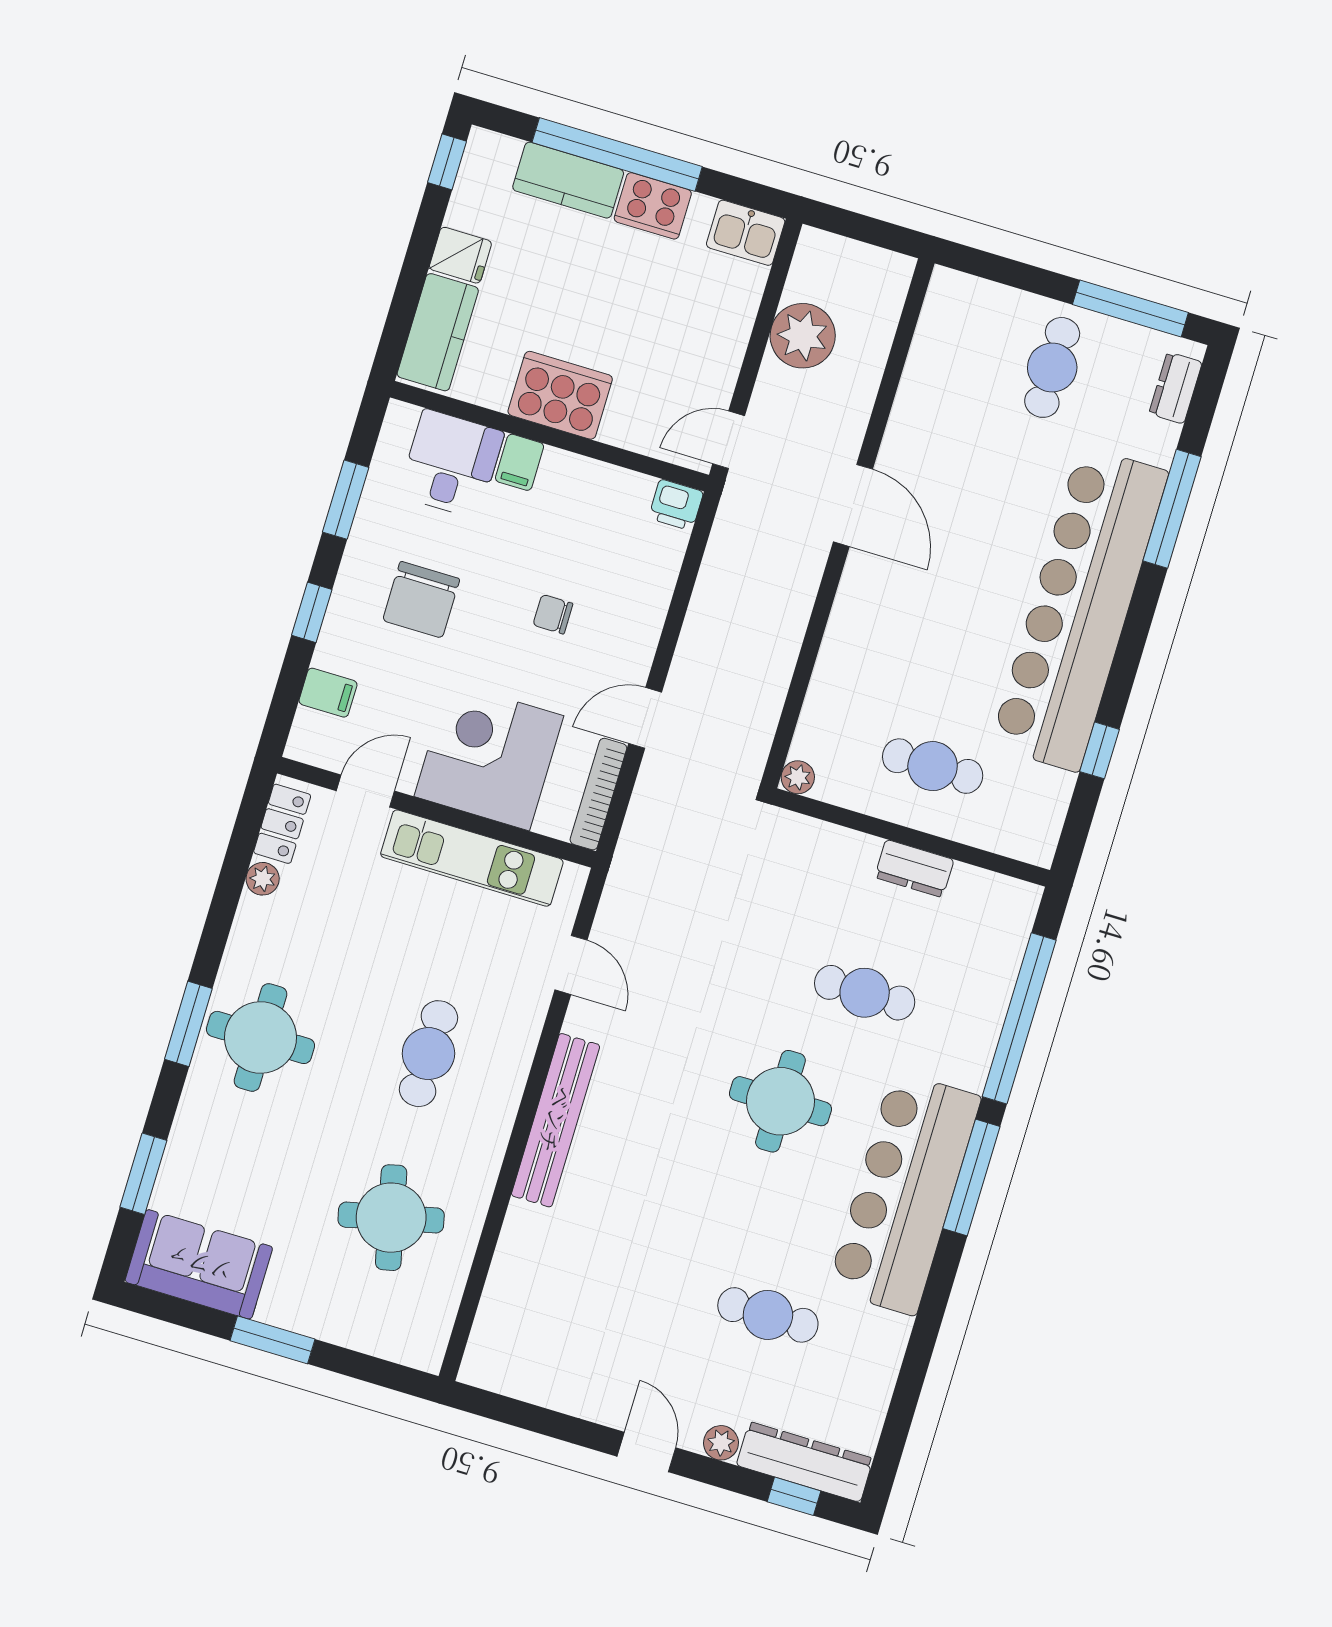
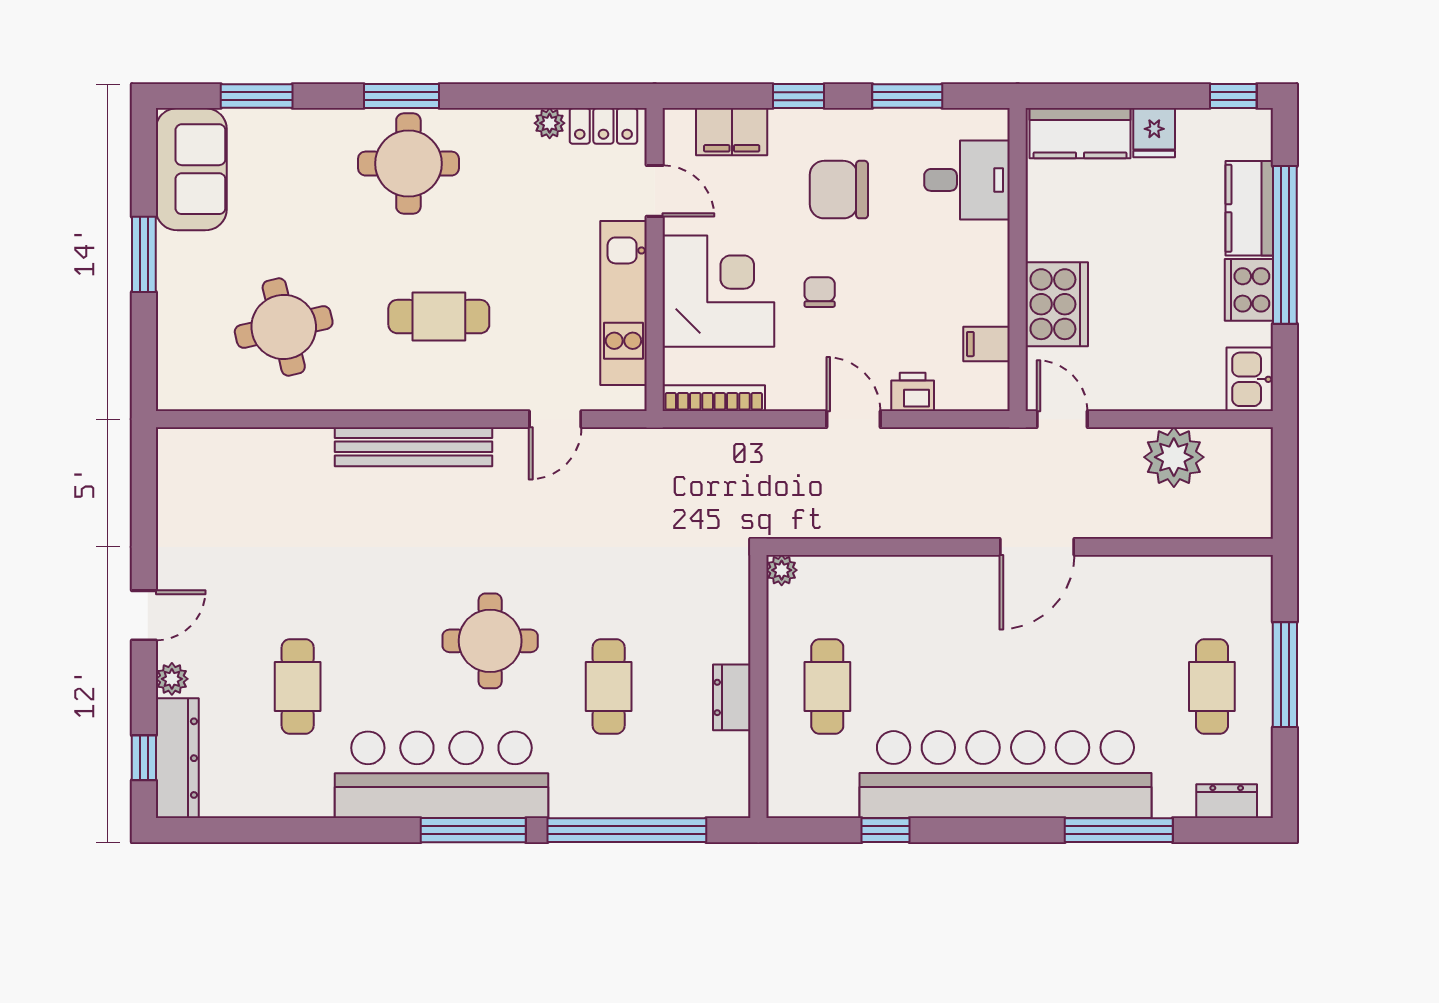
window: (1130, 309) -> (1285, 675), moved
cafe table: (1052, 367) -> (1212, 687), turned 90
cooker: (560, 395) -> (1057, 304), moved
filing cabinet: (519, 462) -> (987, 344), moved
printer: (676, 505) -> (913, 392), moved, turned 90
chair: (553, 614) -> (820, 292), moved
filing cabinet: (328, 693) -> (732, 132), width x2.00
door: (645, 718) -> (854, 419), moved

